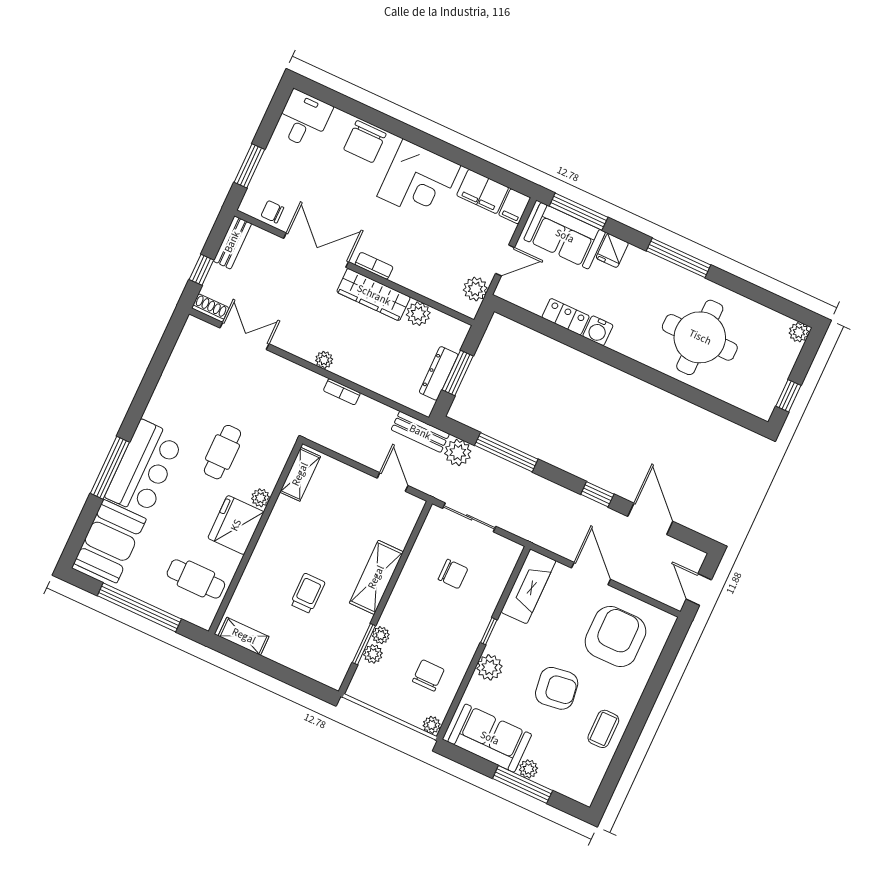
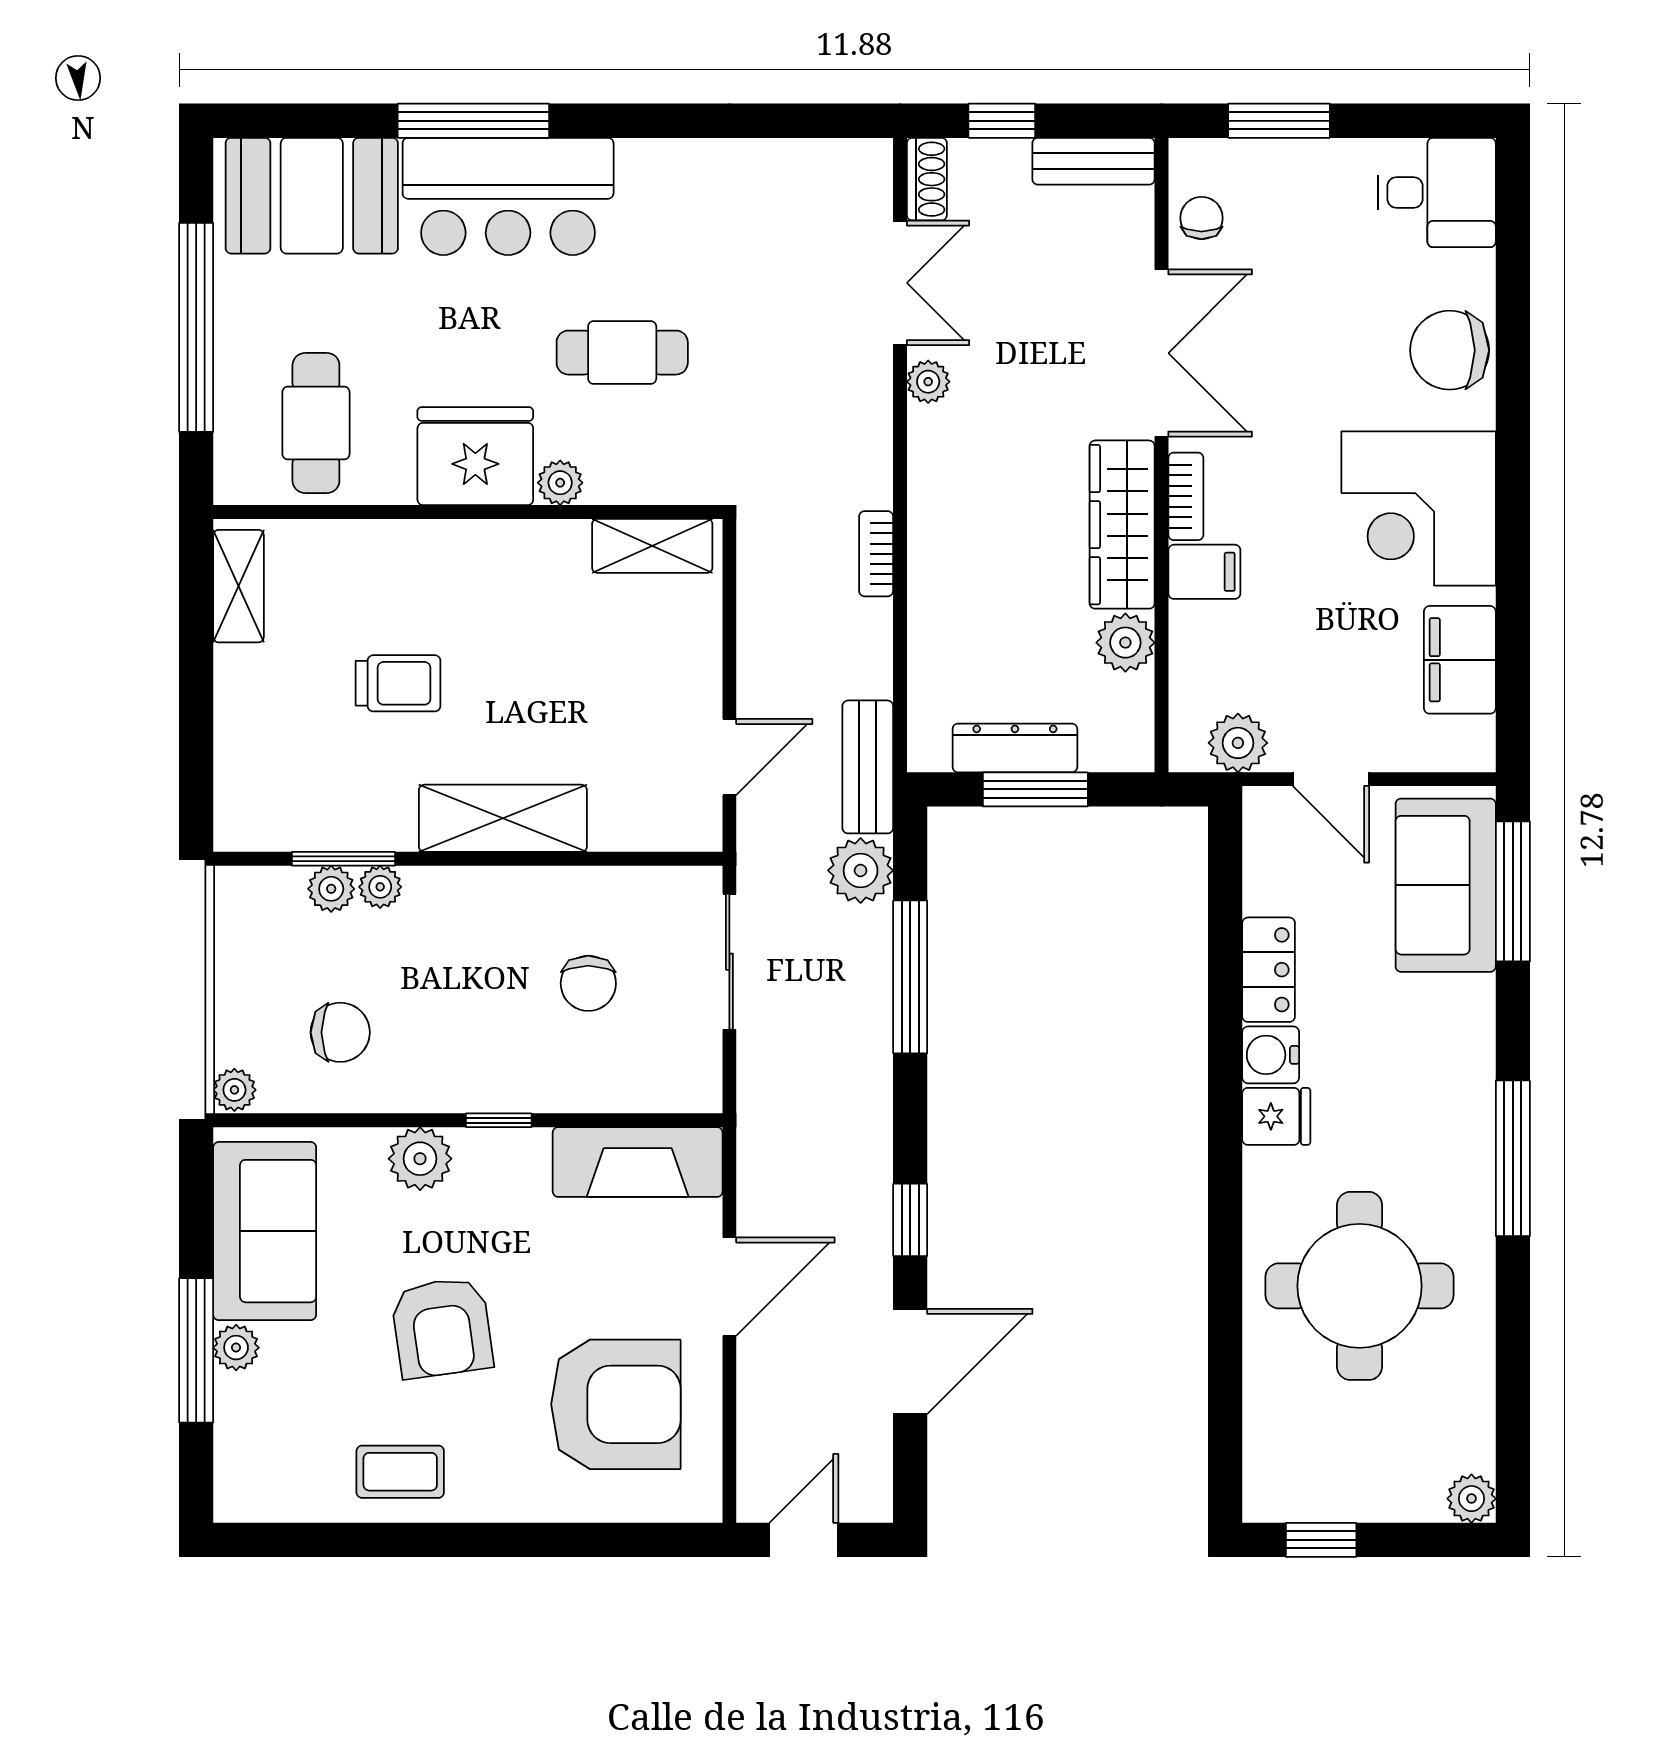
filing cabinet: (515, 206) -> (1204, 572), moved, turned 180
fridge: (612, 250) -> (1276, 1116), moved, turned 180
plant: (324, 360) -> (928, 382), moved

